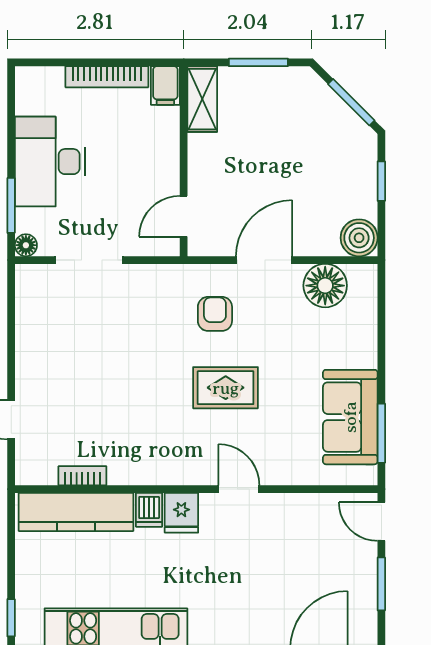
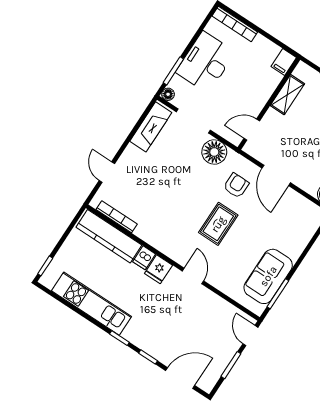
bookcase: (107, 77) -> (235, 24), moved
shelving: (202, 99) -> (287, 95), moved
door: (264, 260) -> (276, 175), swing flipped
floor lamp: (325, 286) -> (214, 152), moved
fireplace: (32, 310) -> (151, 127), added
rug: (226, 388) -> (218, 224), turned 90
bookcase: (82, 476) -> (117, 217), width x1.56

